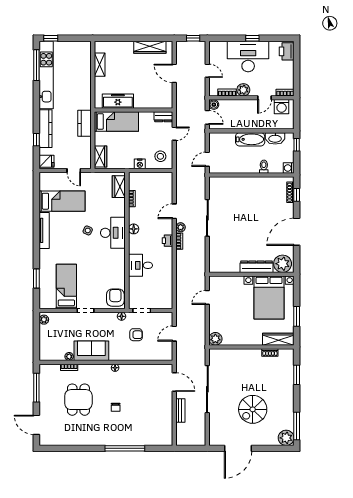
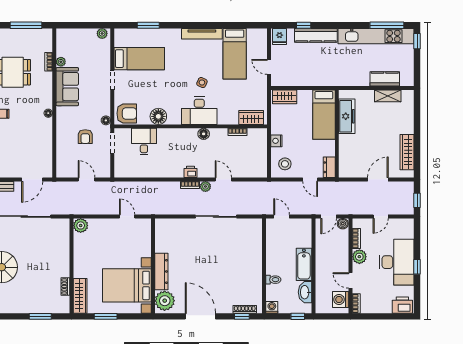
kitchen counter: (85, 123) -> (385, 79), moved
door: (74, 171) -> (269, 67), hinge flipped
desk: (140, 265) -> (144, 142), moved
floor lamp: (118, 269) -> (158, 116), added

